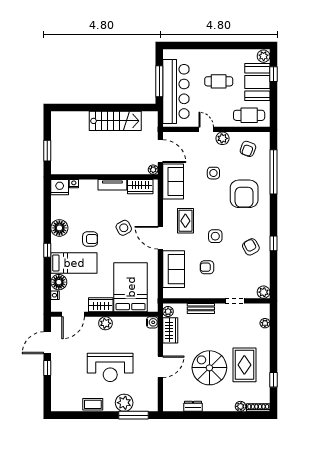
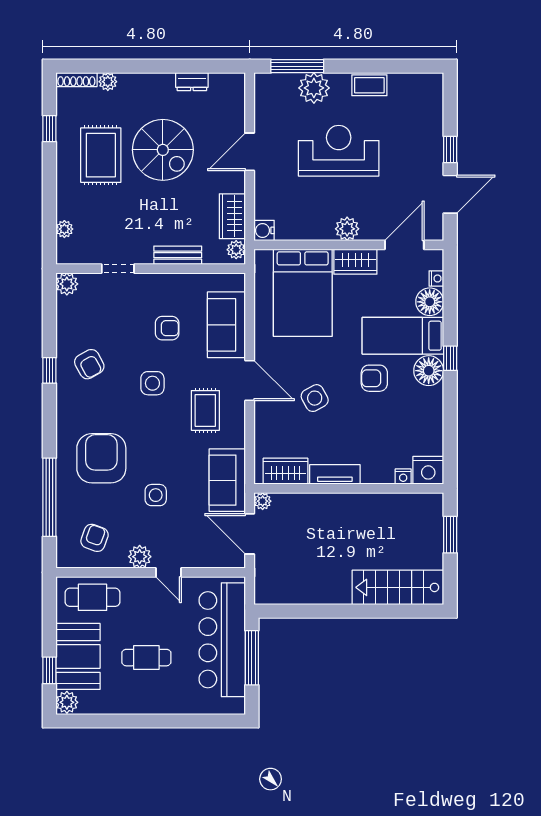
stairs: (115, 121) -> (398, 587), moved
floor lamp: (59, 228) -> (429, 371), moved

